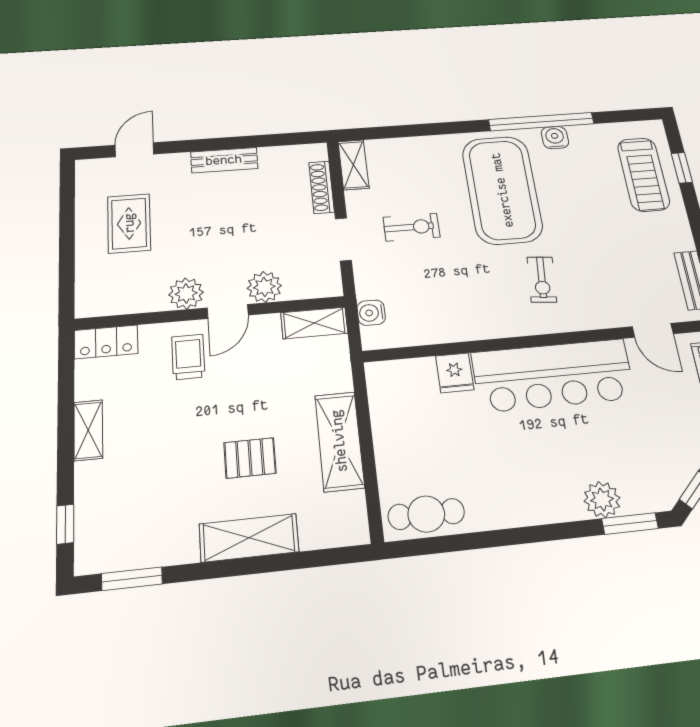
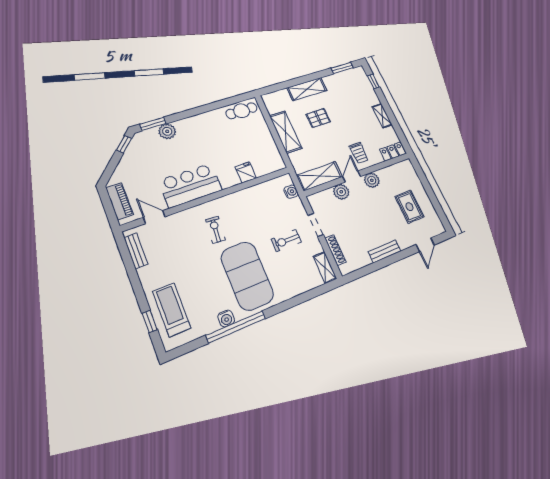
shelving: (314, 323) -> (320, 176), width x1.50, depth x1.33
bar counter: (553, 375) -> (190, 185), width x0.73

